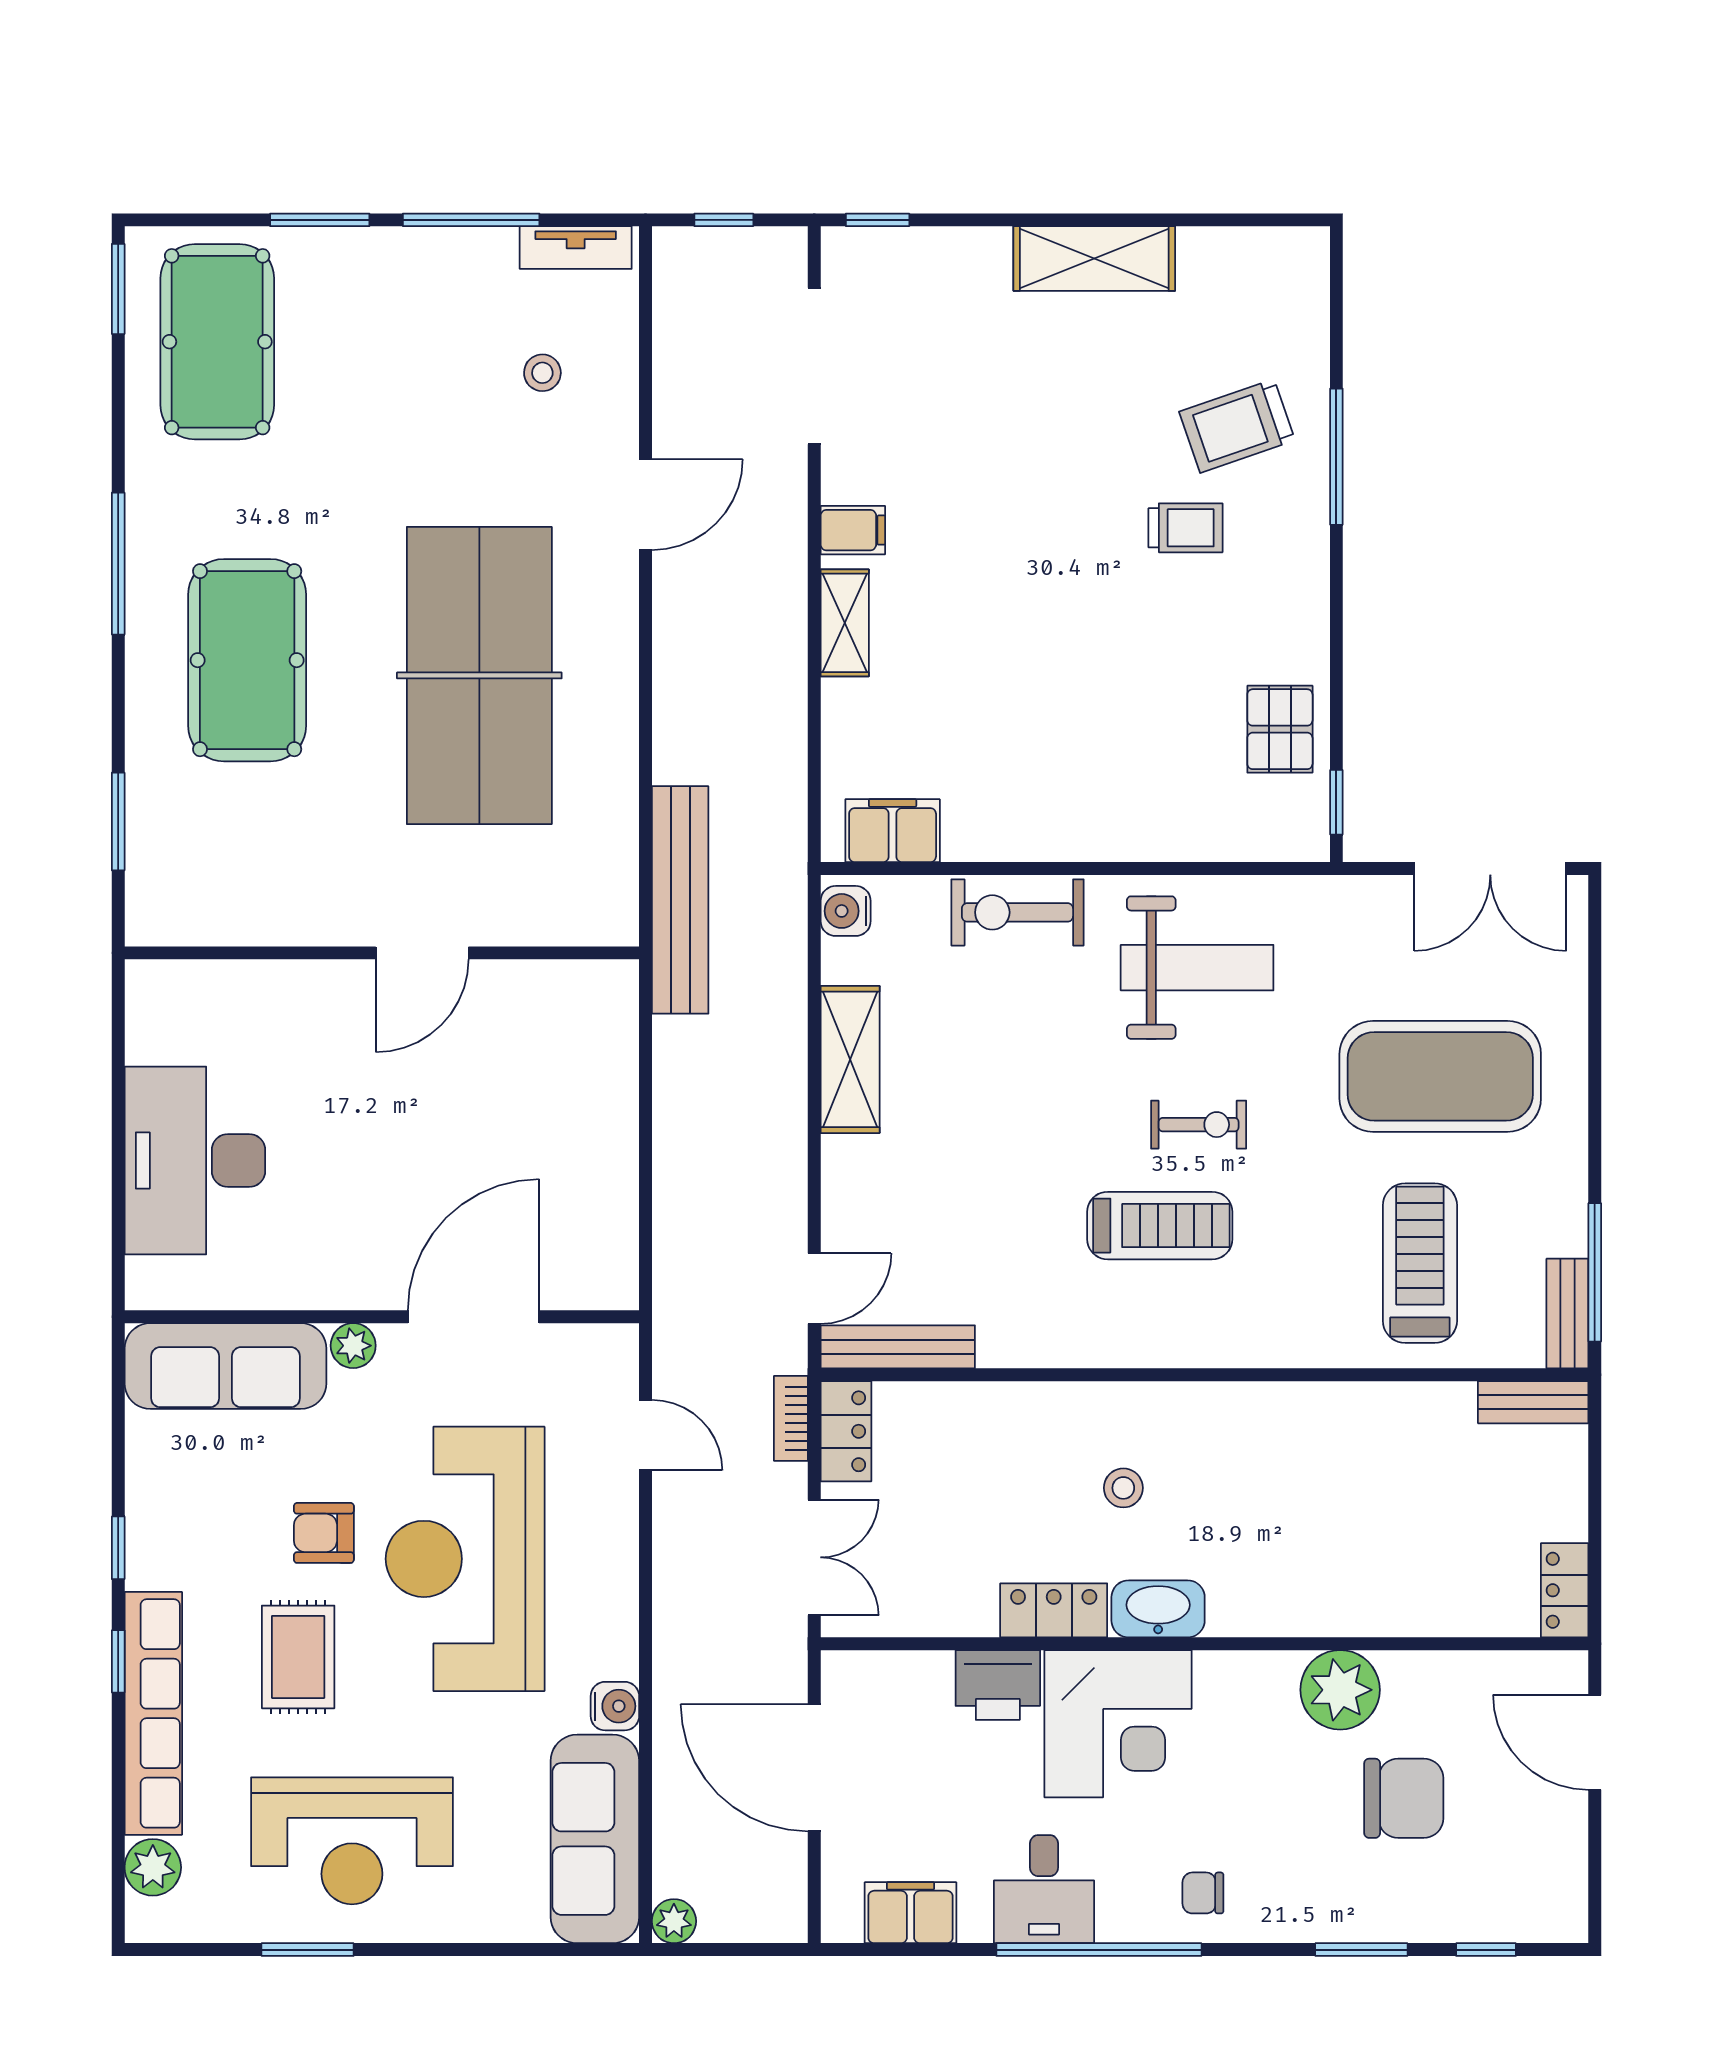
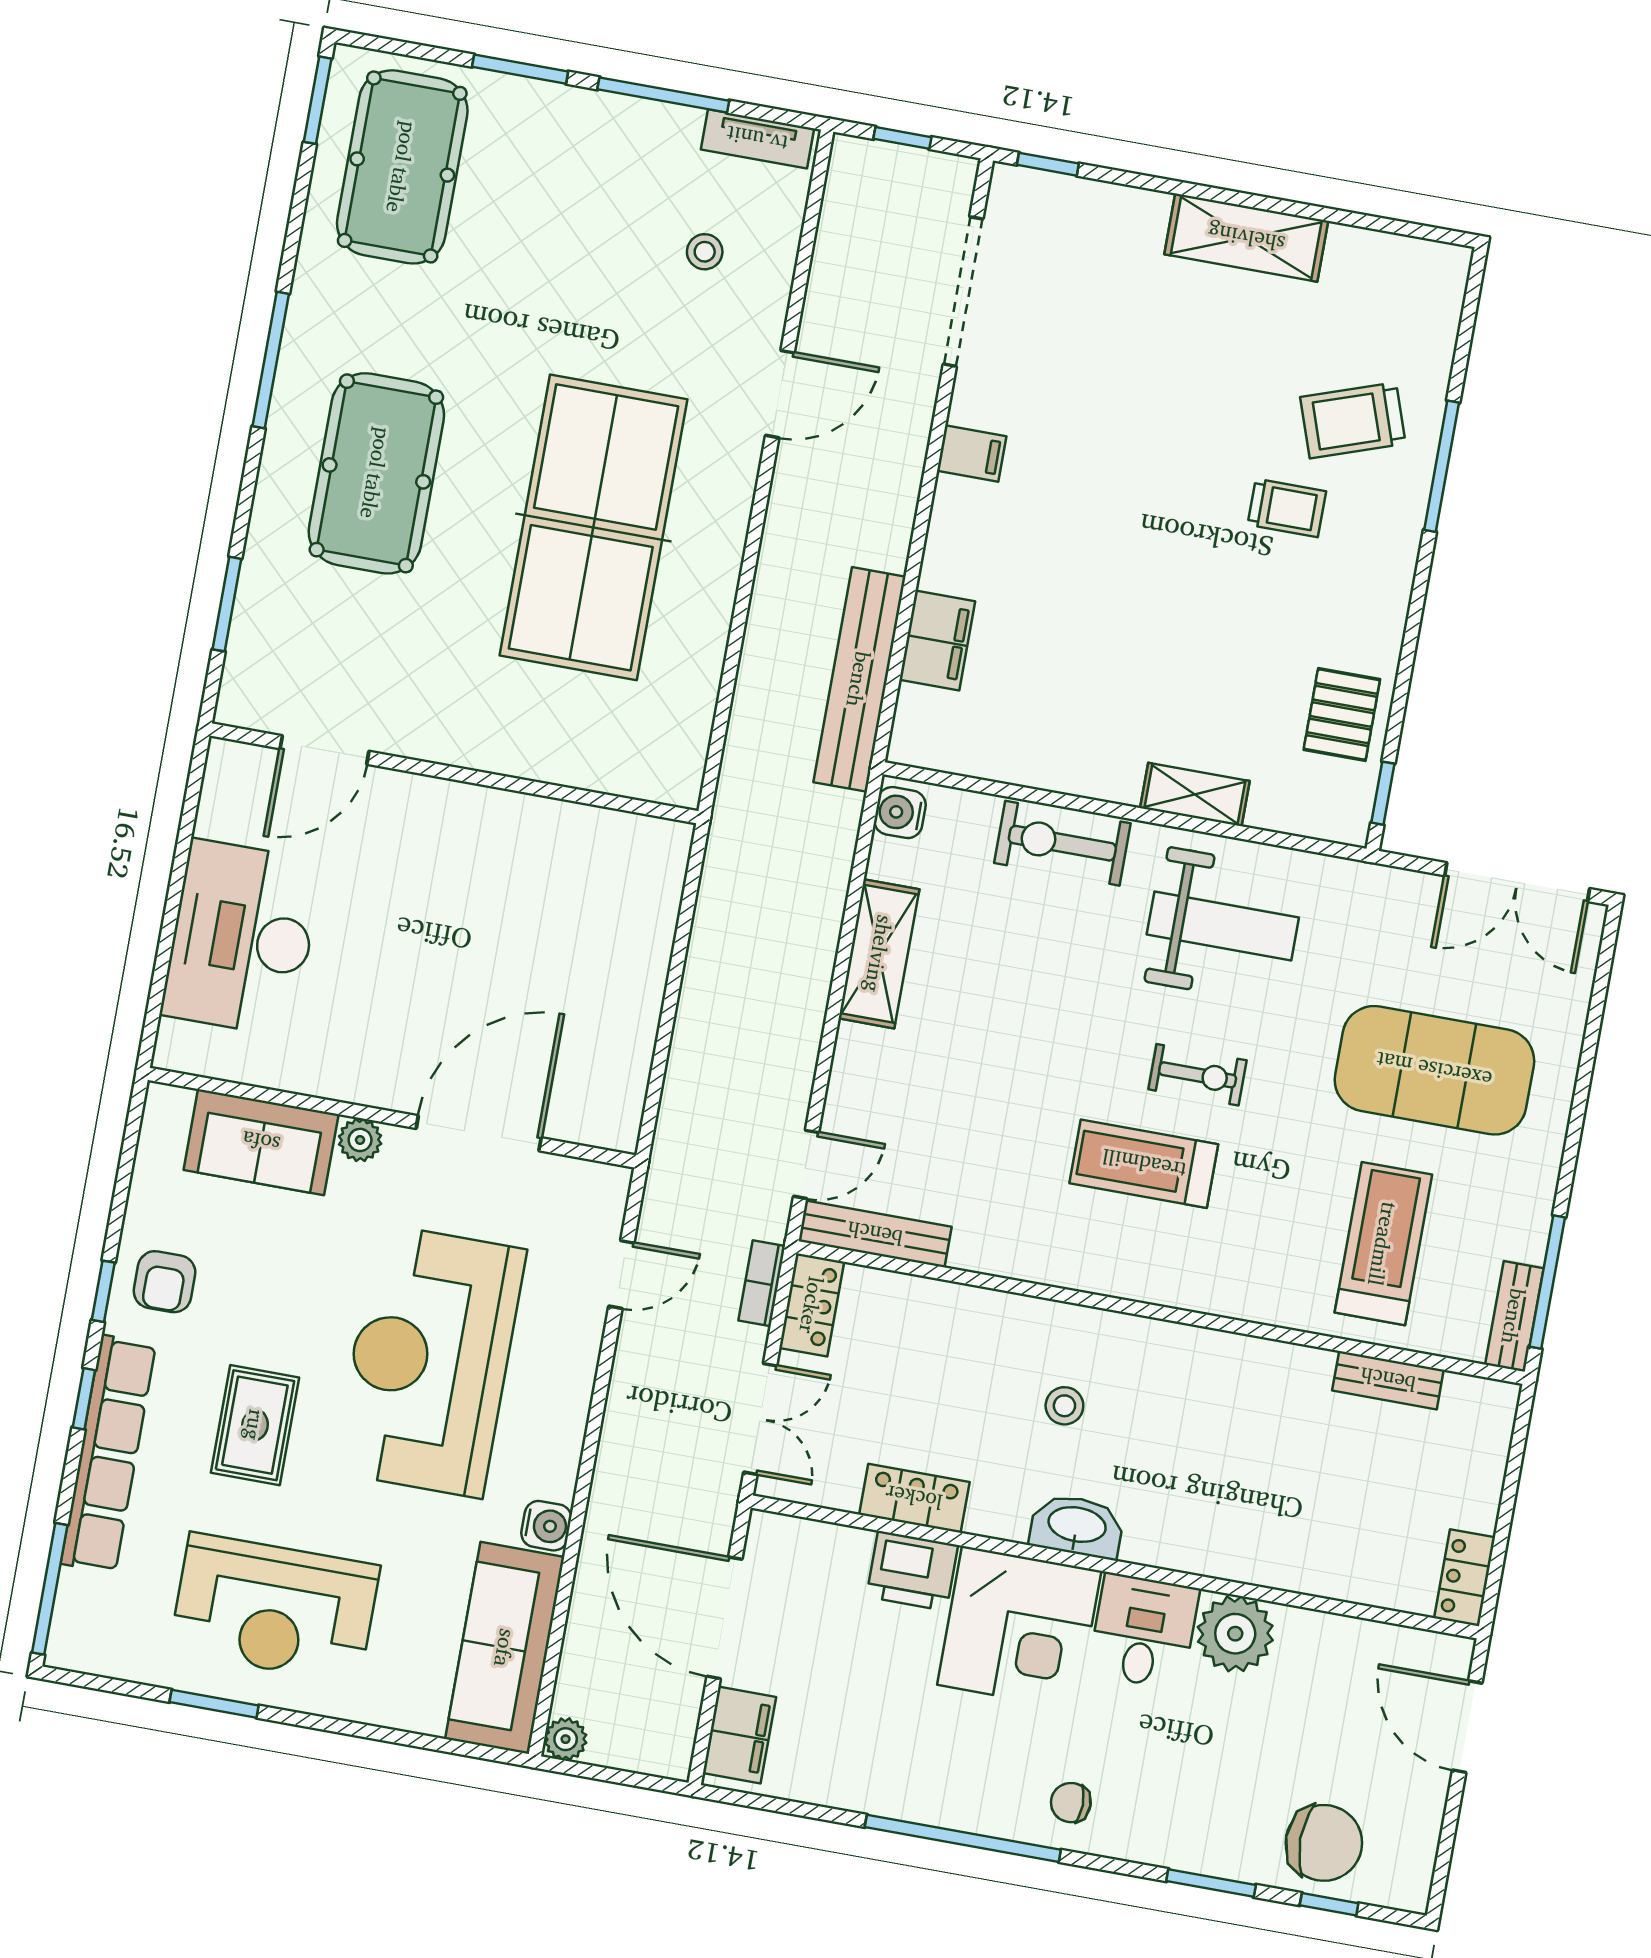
shelving: (845, 623) -> (1195, 794), moved, turned 90
filing cabinet: (893, 831) -> (937, 640), moved, turned 90
bench: (680, 900) -> (859, 679), moved
door: (422, 953) -> (324, 750), moved
treadmill: (1160, 1226) -> (1144, 1164), turned 180
sofa: (226, 1366) -> (261, 1142), width x0.73
bench: (1533, 1402) -> (1388, 1380), moved
door: (646, 1435) -> (621, 1274), hinge flipped
armchair: (324, 1533) -> (165, 1282), moved, turned -90
locker: (1054, 1610) -> (914, 1498), moved
chair: (1404, 1798) -> (1324, 1843), moved
window: (118, 1862) -> (50, 1589), added
plant: (153, 1867) -> (82, 1600), removed
desk: (1044, 1889) -> (1144, 1631), moved, turned 180
filing cabinet: (911, 1913) -> (739, 1735), moved, turned 90

